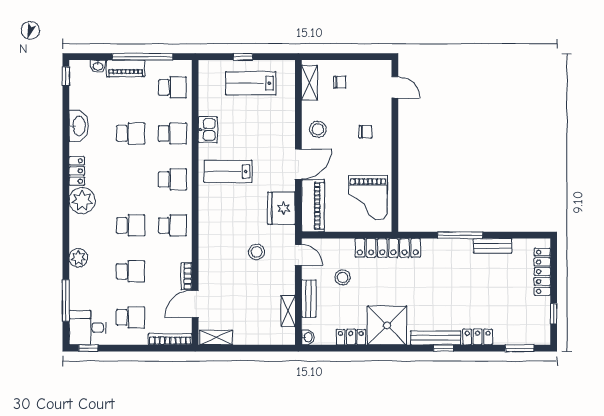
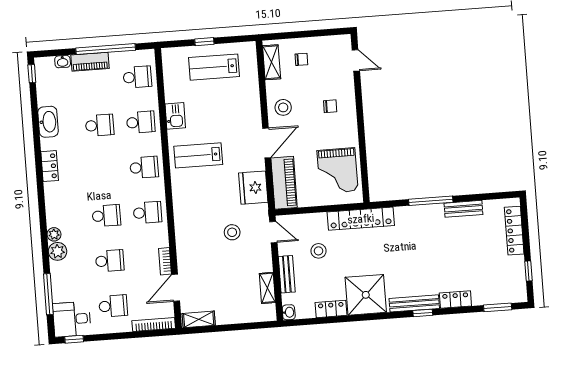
plant: (82, 201) -> (54, 234), moved, width x0.53, depth x0.53

